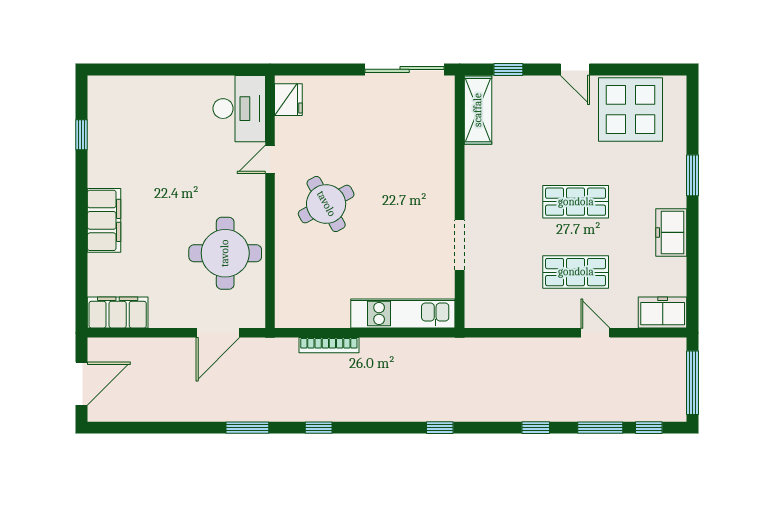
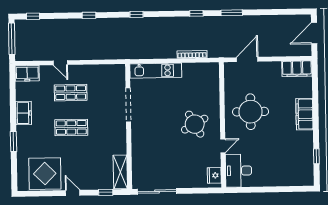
doorway: (460, 245) -> (128, 105), width x1.36
round table: (225, 253) -> (251, 112), moved
window: (600, 428) -> (57, 16), removed

